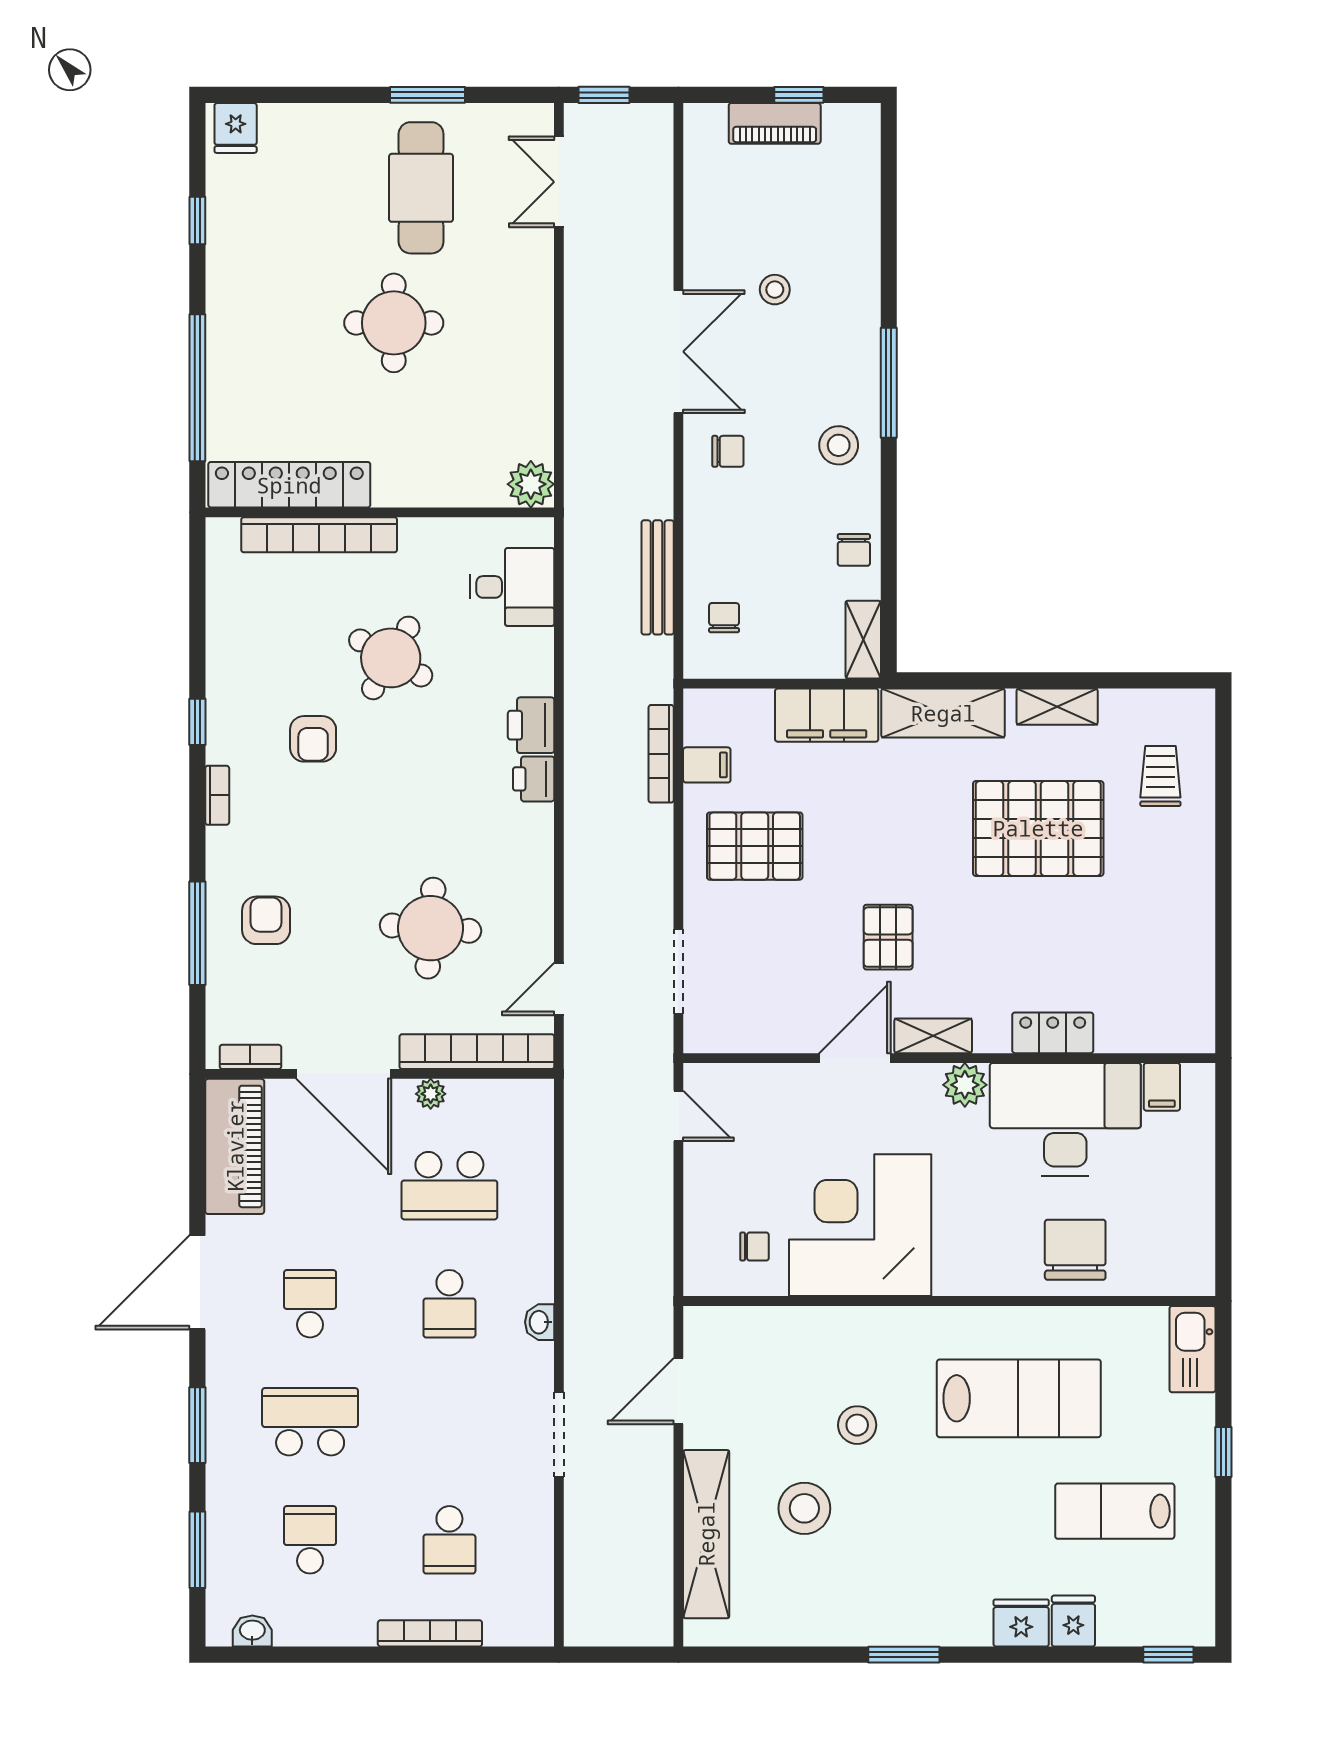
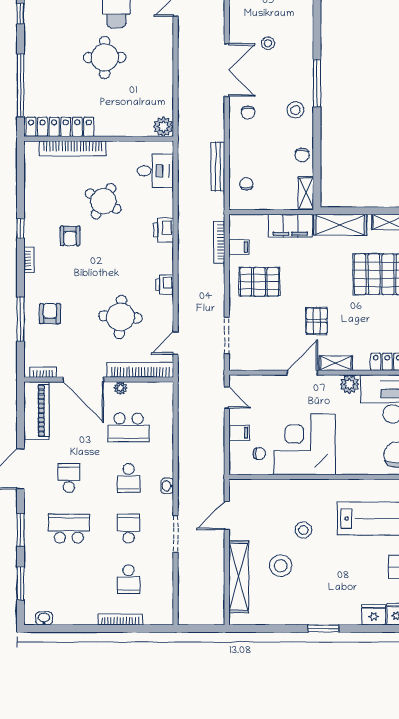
chair: (728, 451) -> (248, 113), turned 90
printer: (534, 779) -> (165, 285), moved
filing cabinet: (707, 1198) -> (239, 433), added
school desk: (310, 1540) -> (129, 529), moved

